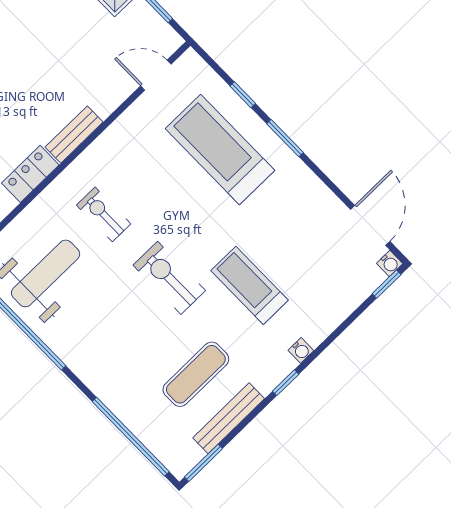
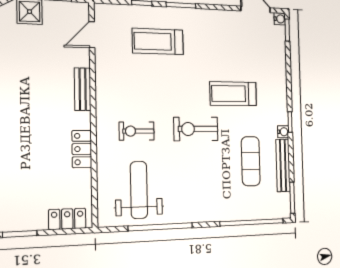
bench: (74, 135) -> (83, 89), moved
treadmill: (220, 150) -> (158, 41), width x0.73, depth x0.73
water cooler: (301, 350) -> (283, 132), moved

